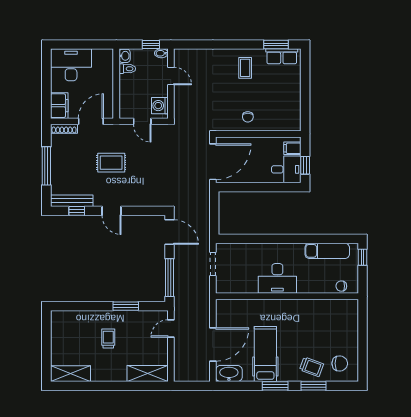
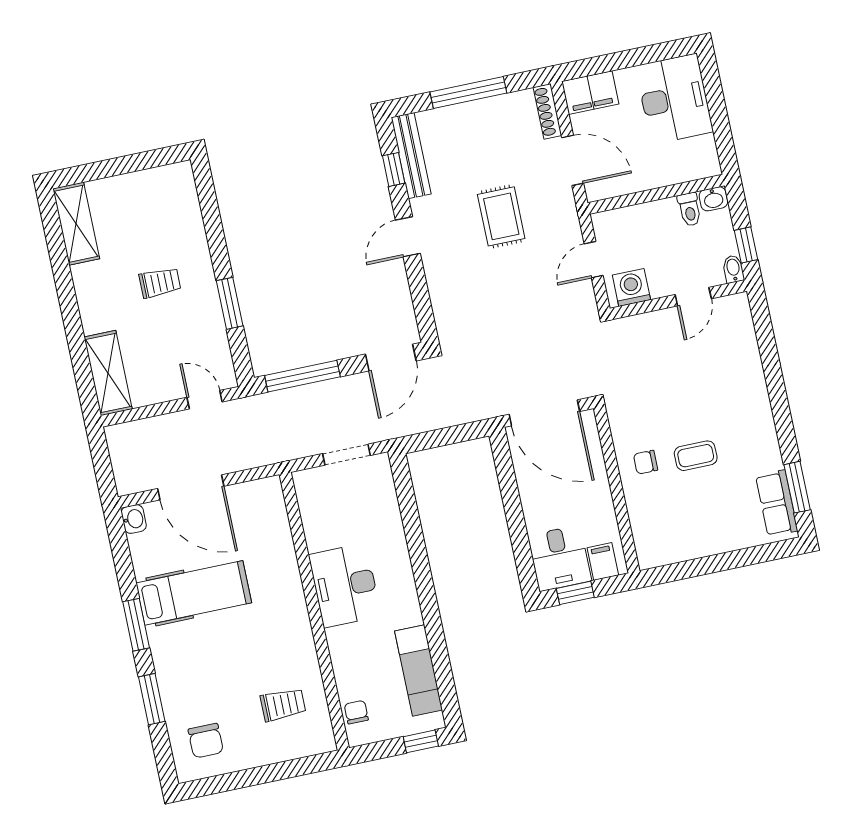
coffee table: (245, 68) -> (696, 456), moved
trolley: (312, 367) -> (283, 705), moved, turned -110
washbasin: (229, 374) -> (134, 519), width x0.52, depth x0.69

